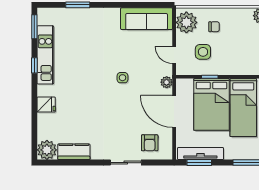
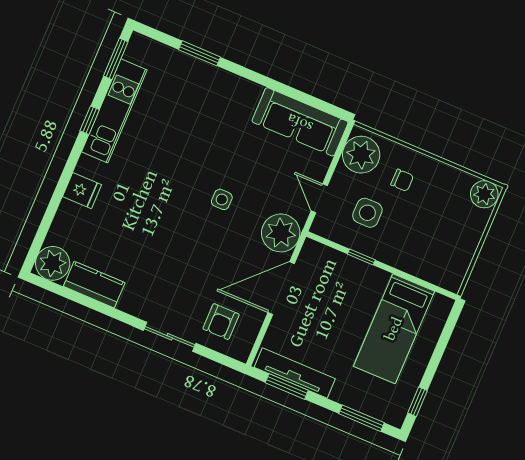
plant: (167, 82) -> (281, 233), width x1.87, depth x1.87
bed: (212, 104) -> (346, 302), removed
door: (174, 111) -> (281, 288), hinge flipped

